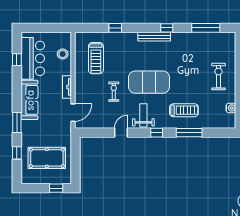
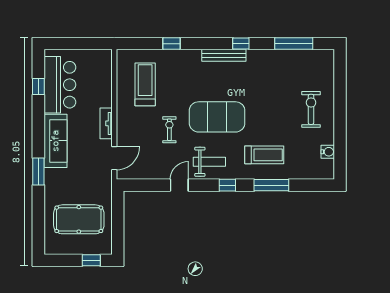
stool: (63, 54) -> (100, 79), removed
treadmill: (96, 58) -> (145, 84), turned 180
weight bench: (143, 115) -> (209, 162), turned 90
window: (17, 153) -> (38, 213), removed

